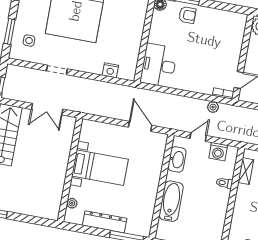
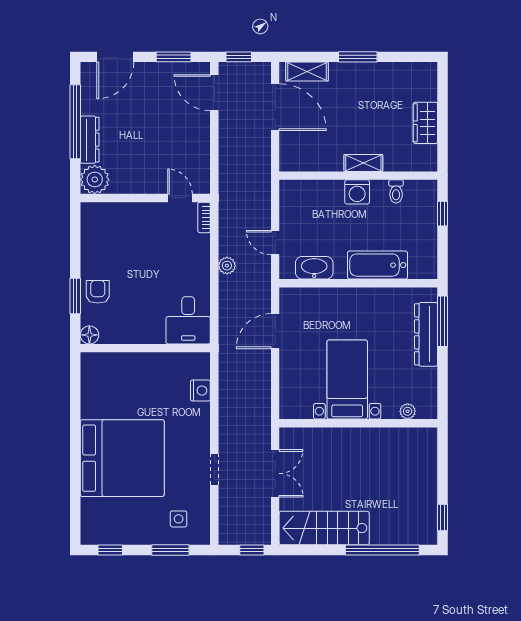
desk: (159, 65) -> (188, 320), width x0.73
plant: (213, 107) -> (227, 266), moved
washing machine: (218, 152) -> (357, 192), moved, turned 90
shelving: (246, 171) -> (363, 163), moved
toilet: (224, 183) -> (396, 191), moved
dresser: (105, 222) -> (426, 334), moved

